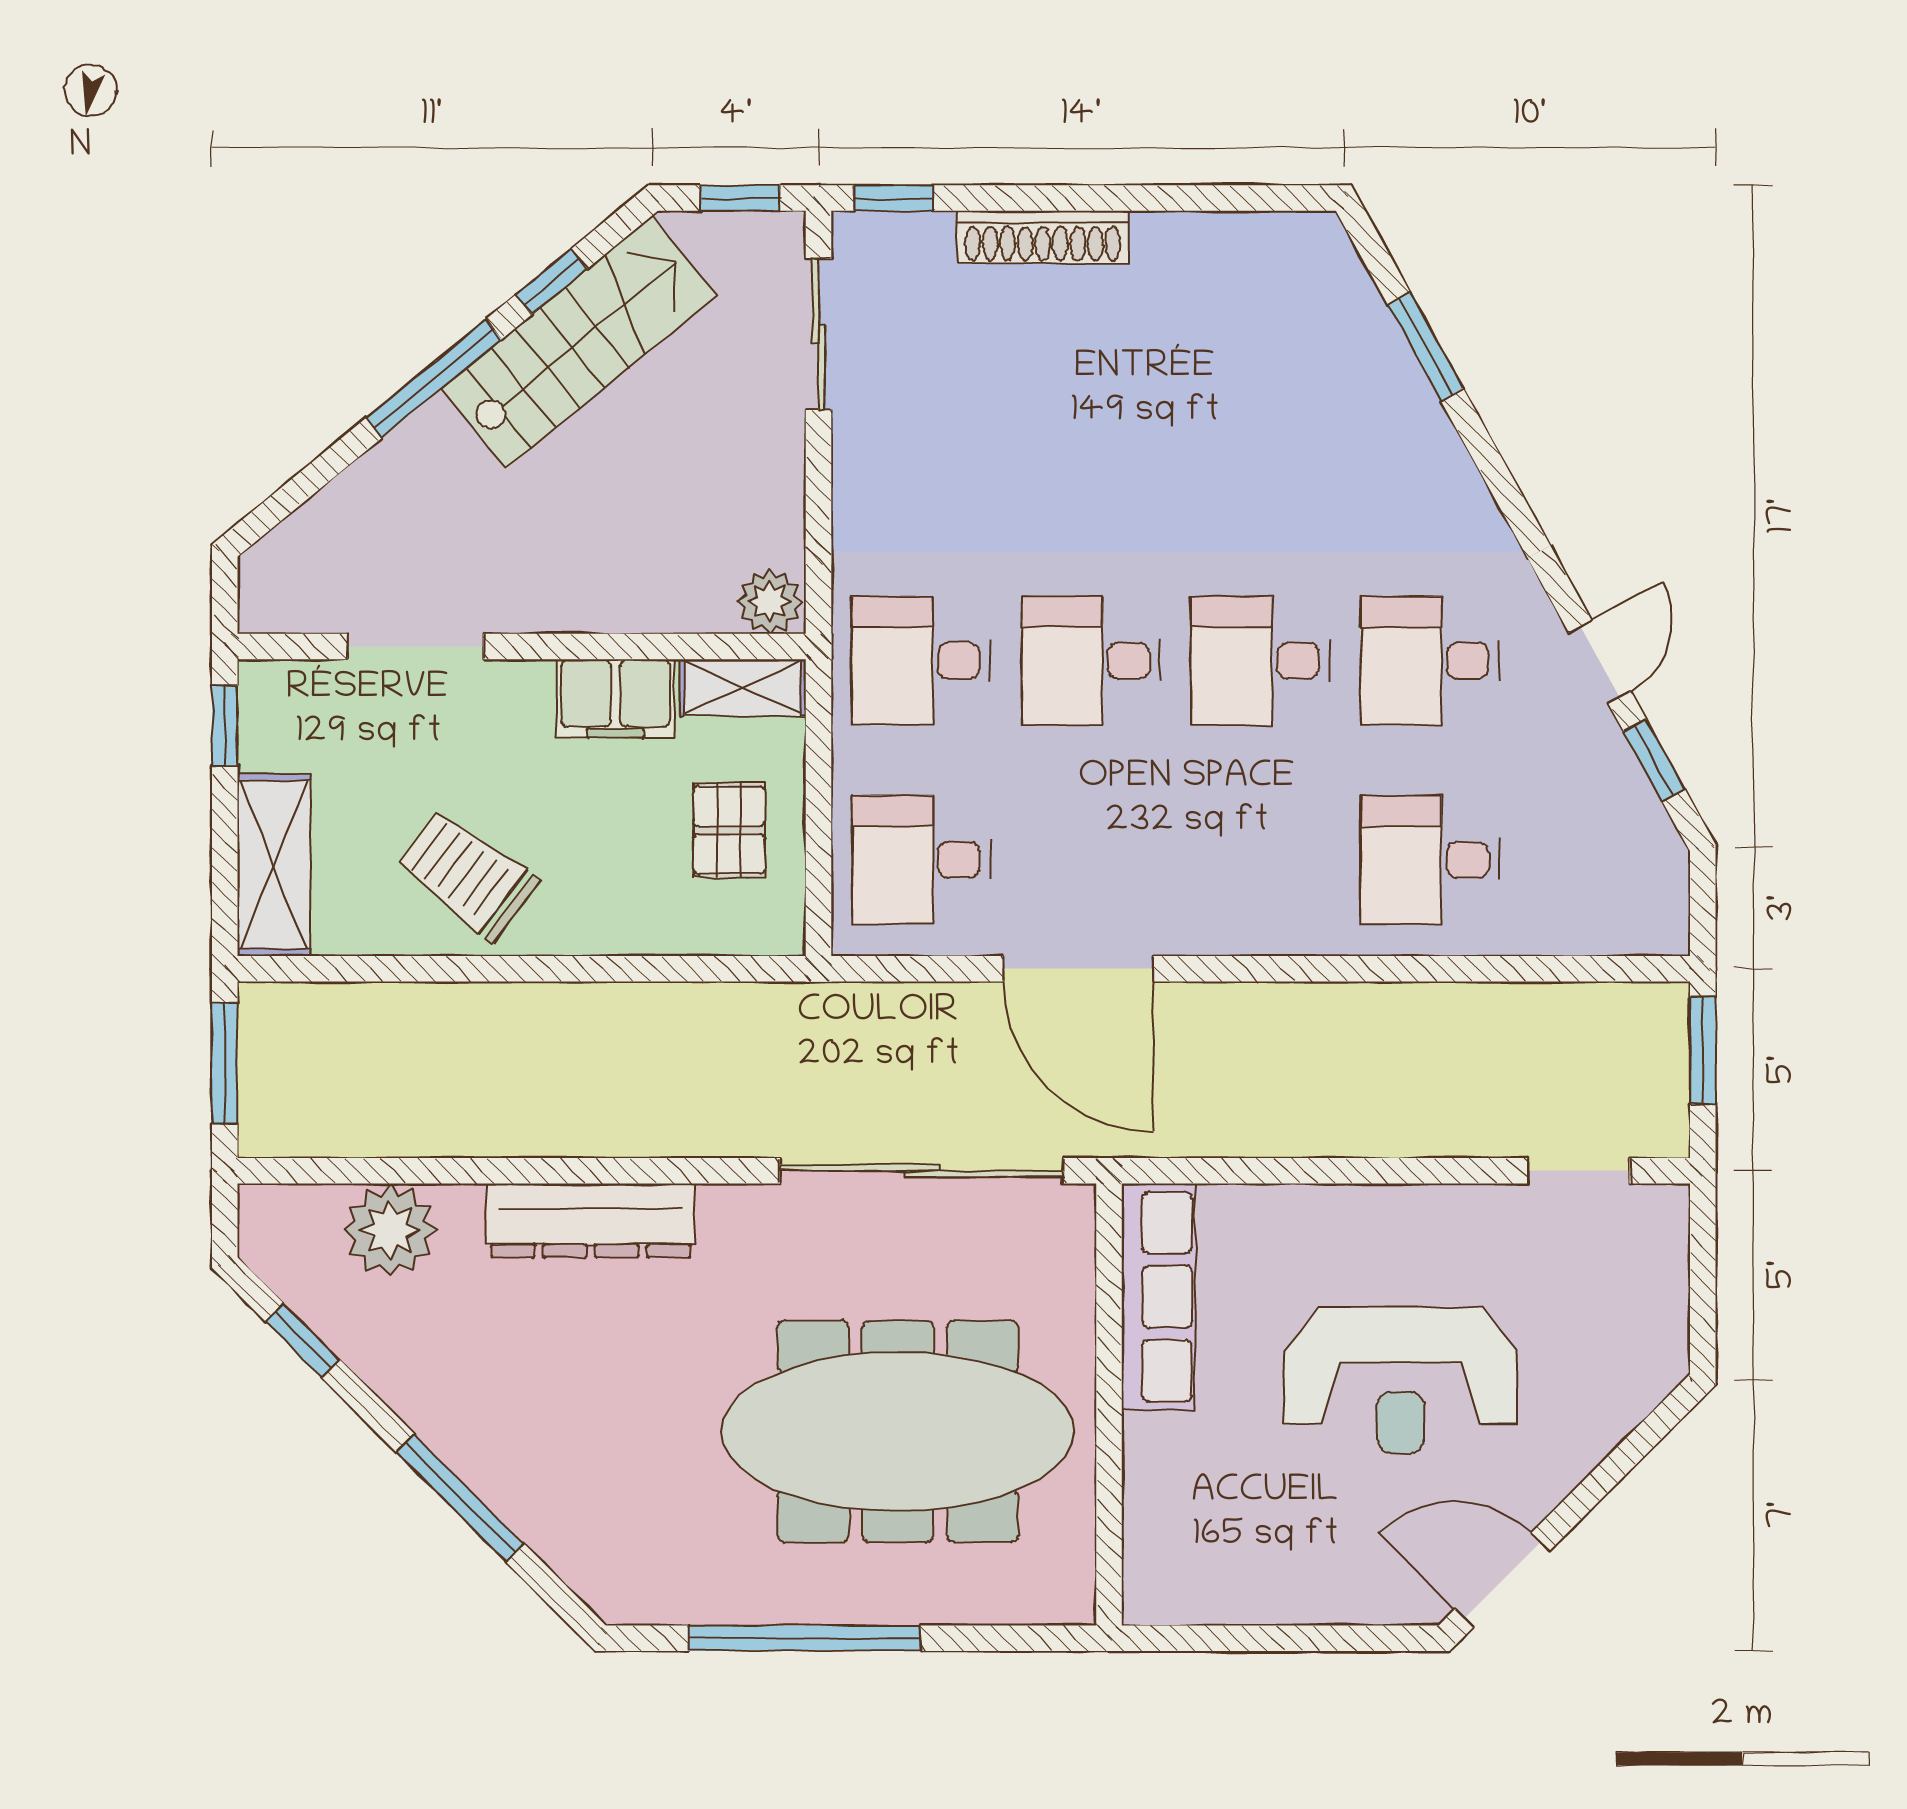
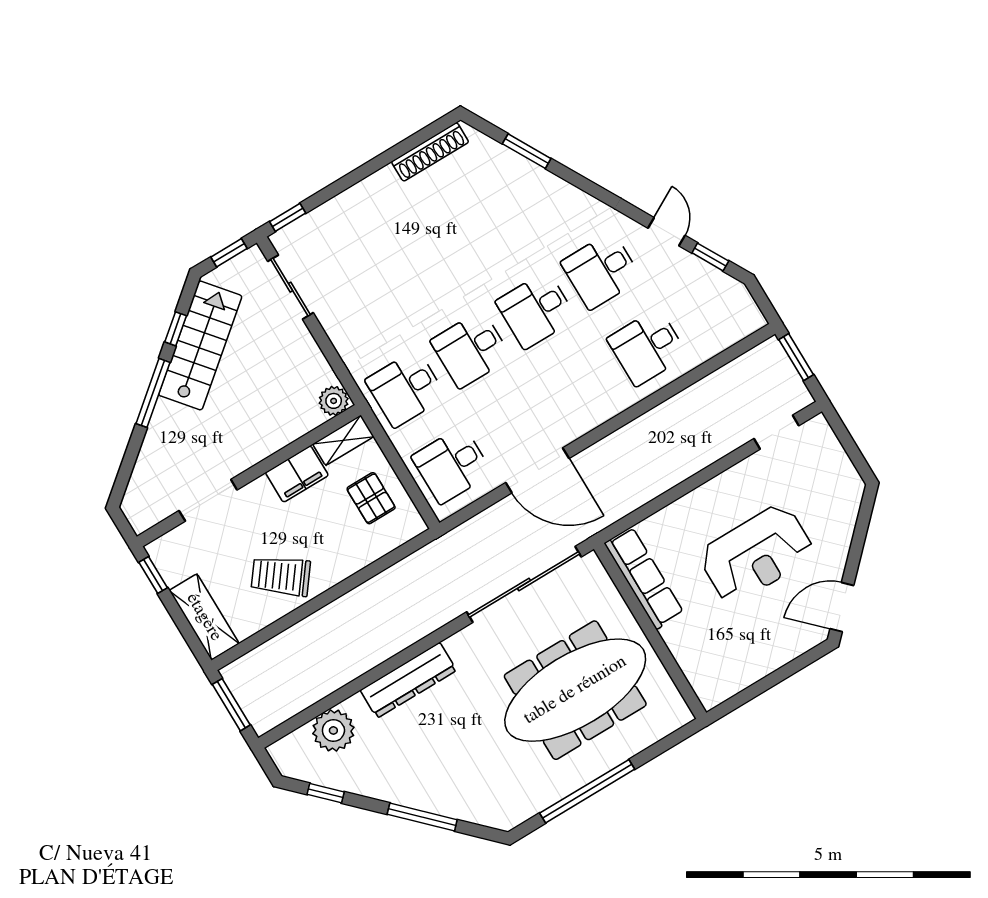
shoe rack: (1043, 237) -> (430, 152), moved

